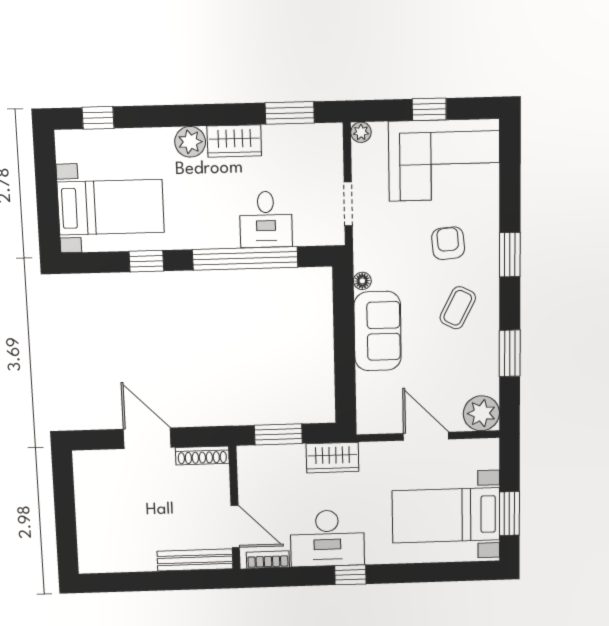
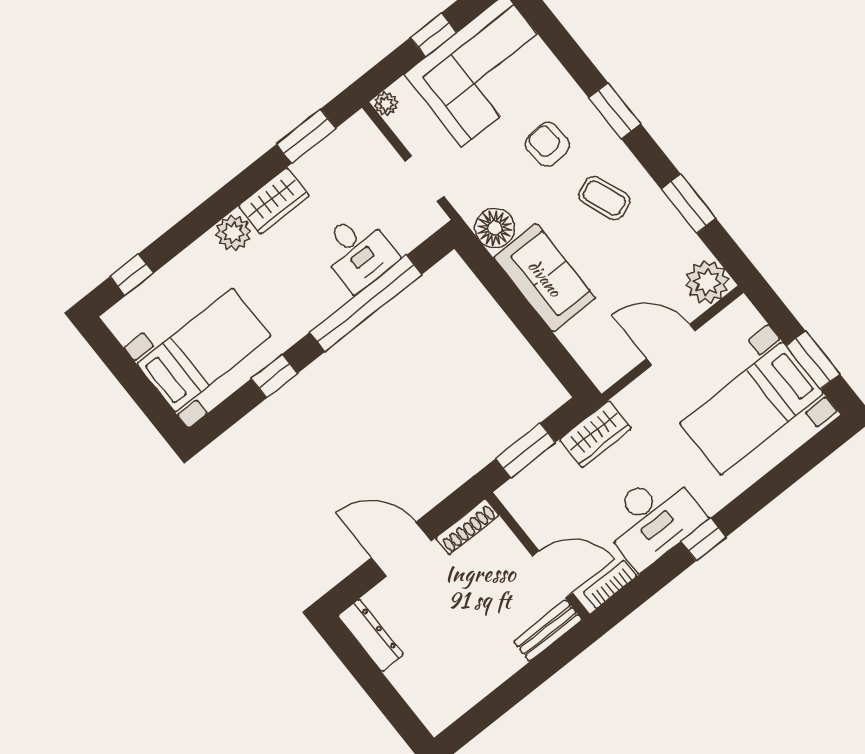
floor lamp: (362, 281) -> (495, 228), width x1.89, depth x1.89
coffee table: (458, 308) -> (604, 198), turned -48
dresser: (85, 479) -> (370, 635), added
bench: (195, 560) -> (548, 631), width x0.73

